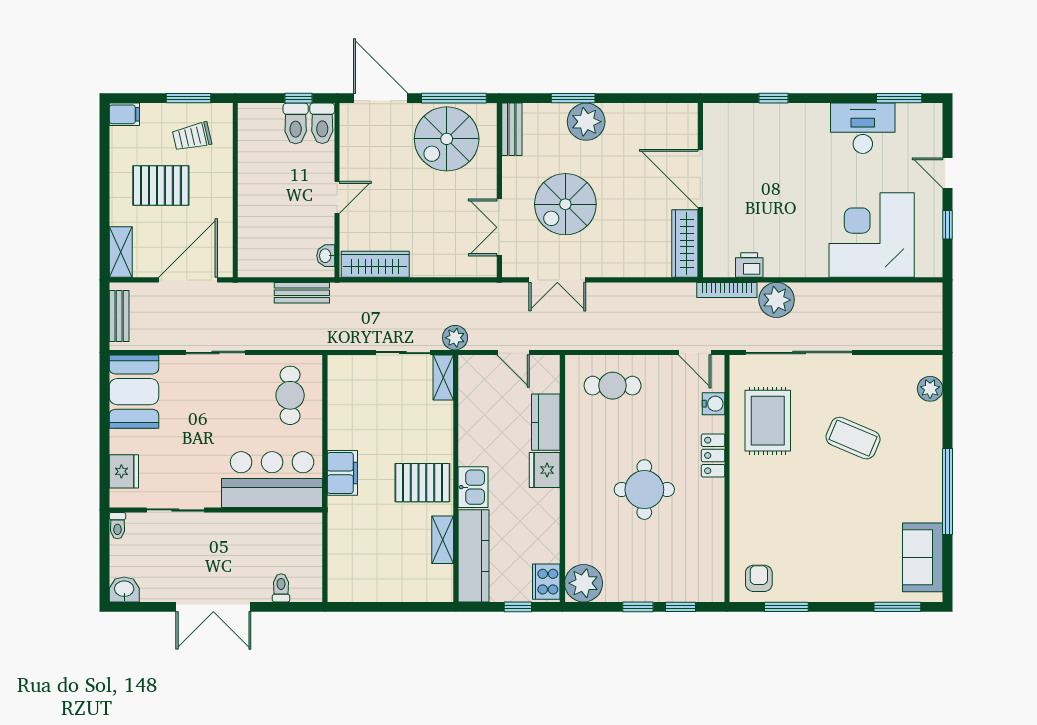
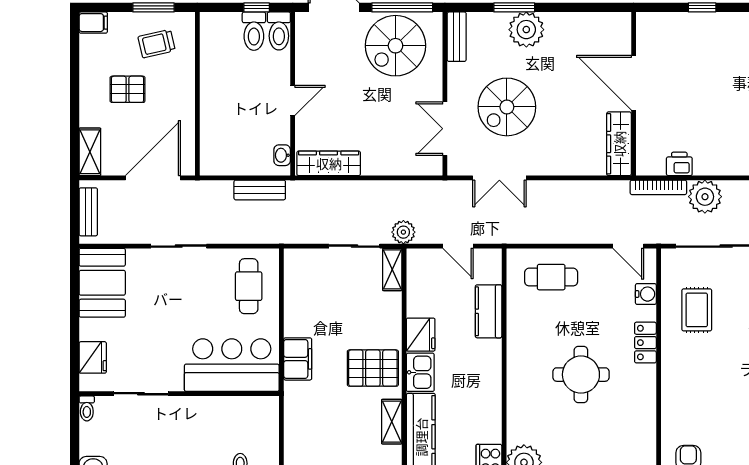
pallet: (161, 185) -> (128, 89), width x0.67, depth x0.71
rug: (768, 421) -> (697, 310), width x0.73, depth x0.70
fridge: (545, 470) -> (421, 335), moved, turned 180

